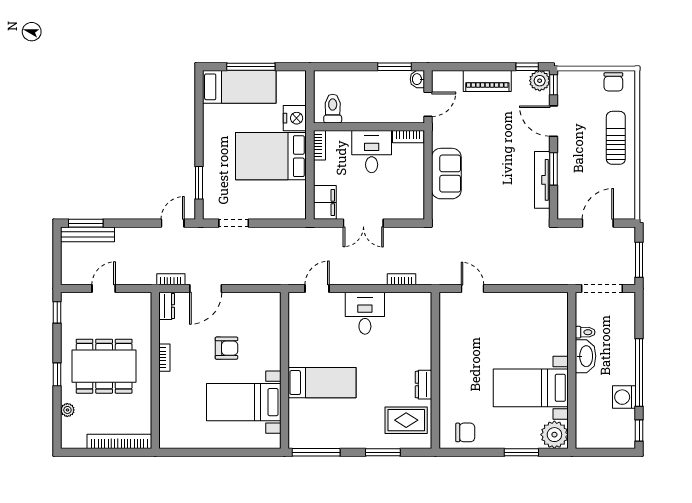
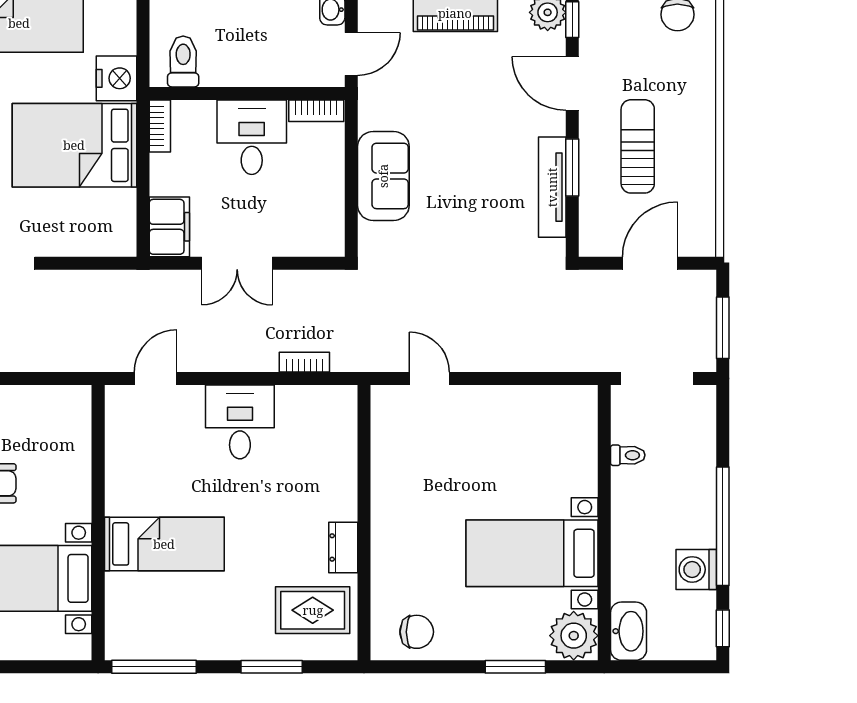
sun lounger: (616, 138) -> (638, 146), moved
washbasin: (586, 356) -> (629, 631), moved

